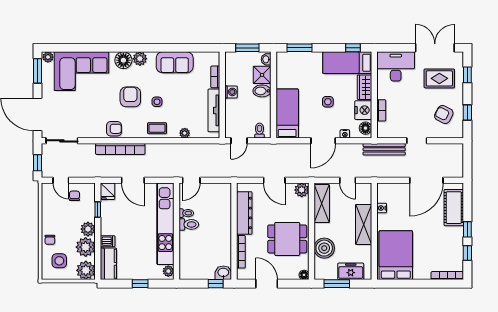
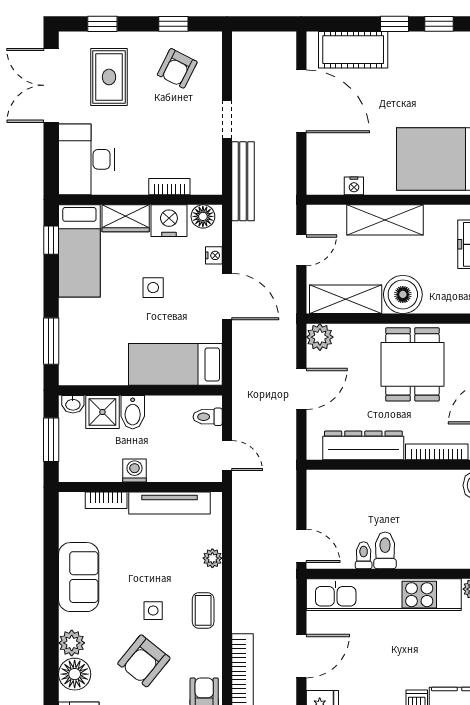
armchair: (130, 97) -> (144, 661), turned -51
boiler: (324, 248) -> (403, 294), moved

